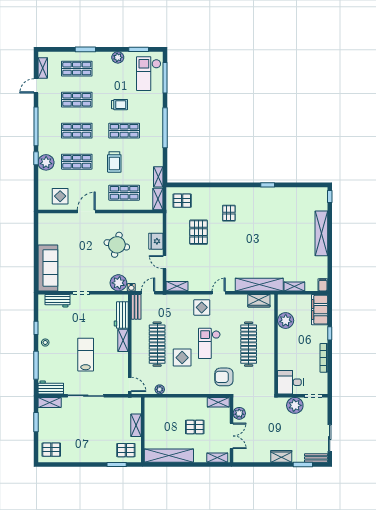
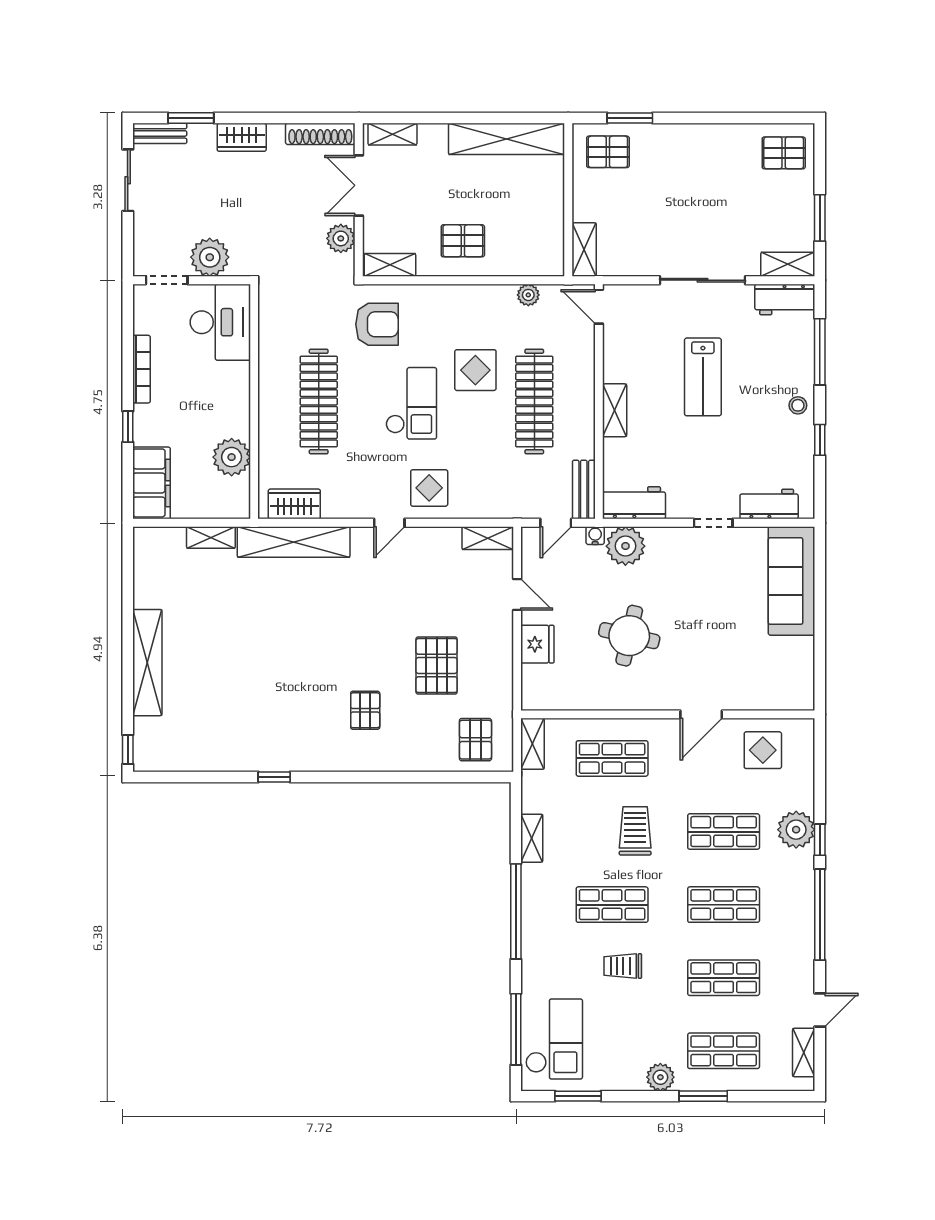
plant: (118, 57) -> (660, 1077), moved
shelving: (158, 177) -> (532, 838), moved
pallet: (182, 201) -> (475, 740), turned 90
filing cabinet: (323, 285) -> (144, 541), removed
workbench: (121, 315) -> (634, 503), moved, turned -90
desk: (290, 382) -> (220, 322), width x1.37
shelving: (136, 425) -> (584, 250), moved
pallet: (195, 427) -> (463, 241), moved
shoe rack: (248, 458) -> (320, 134), added

